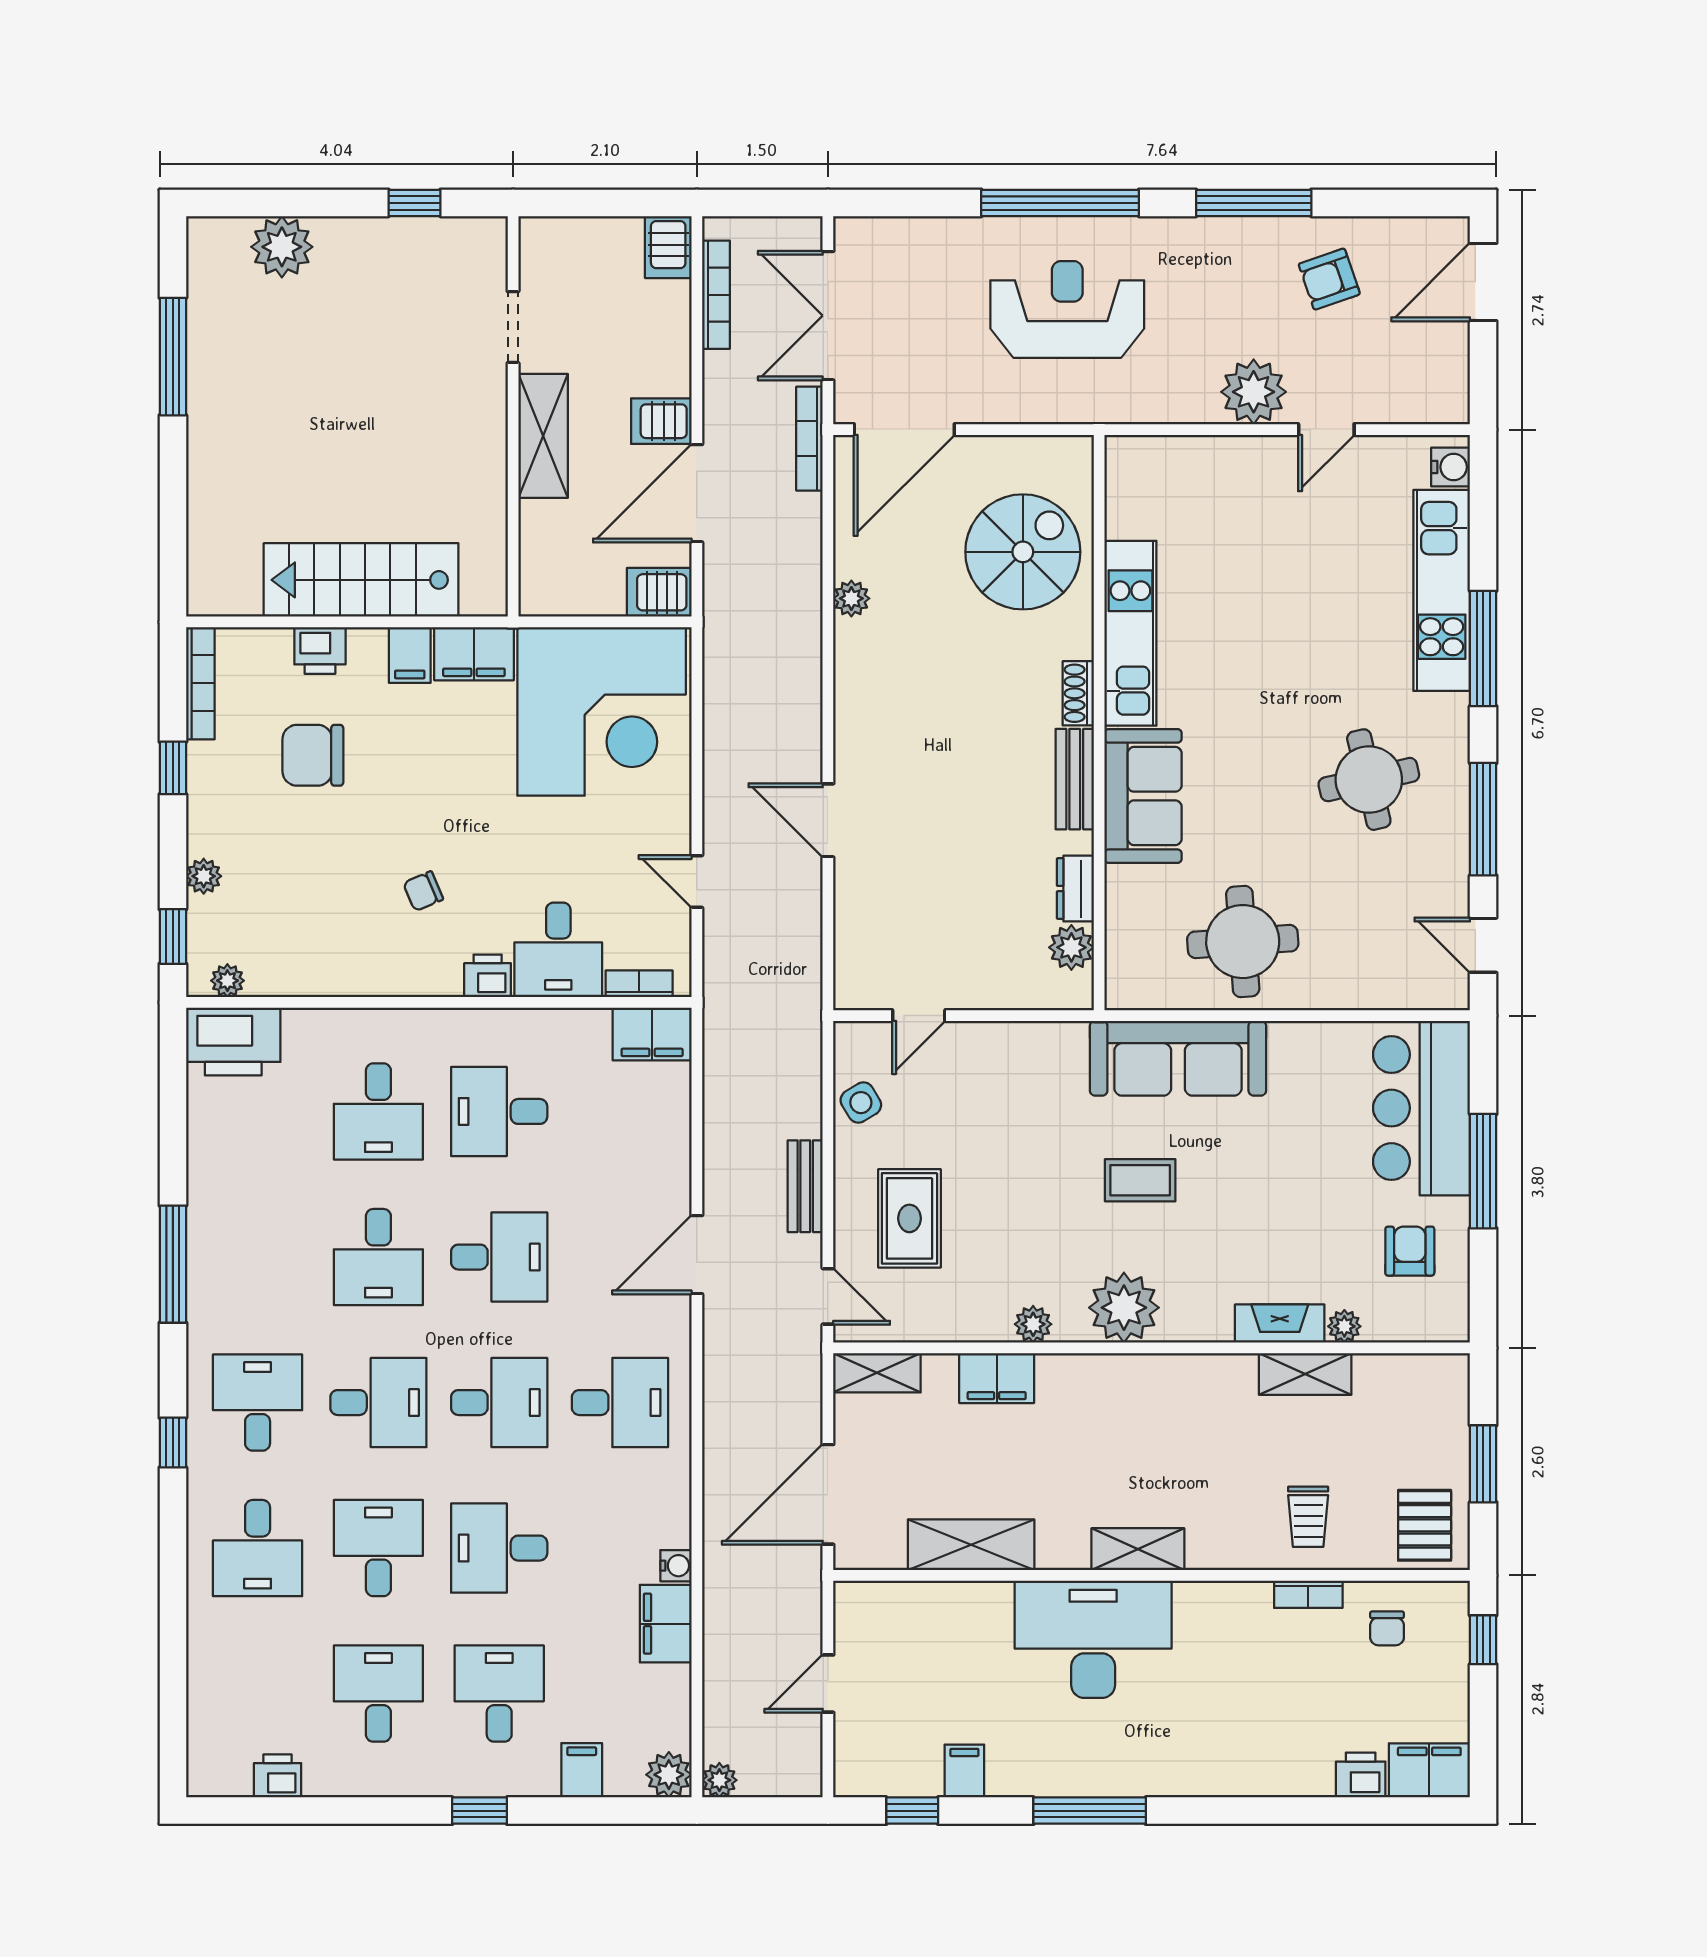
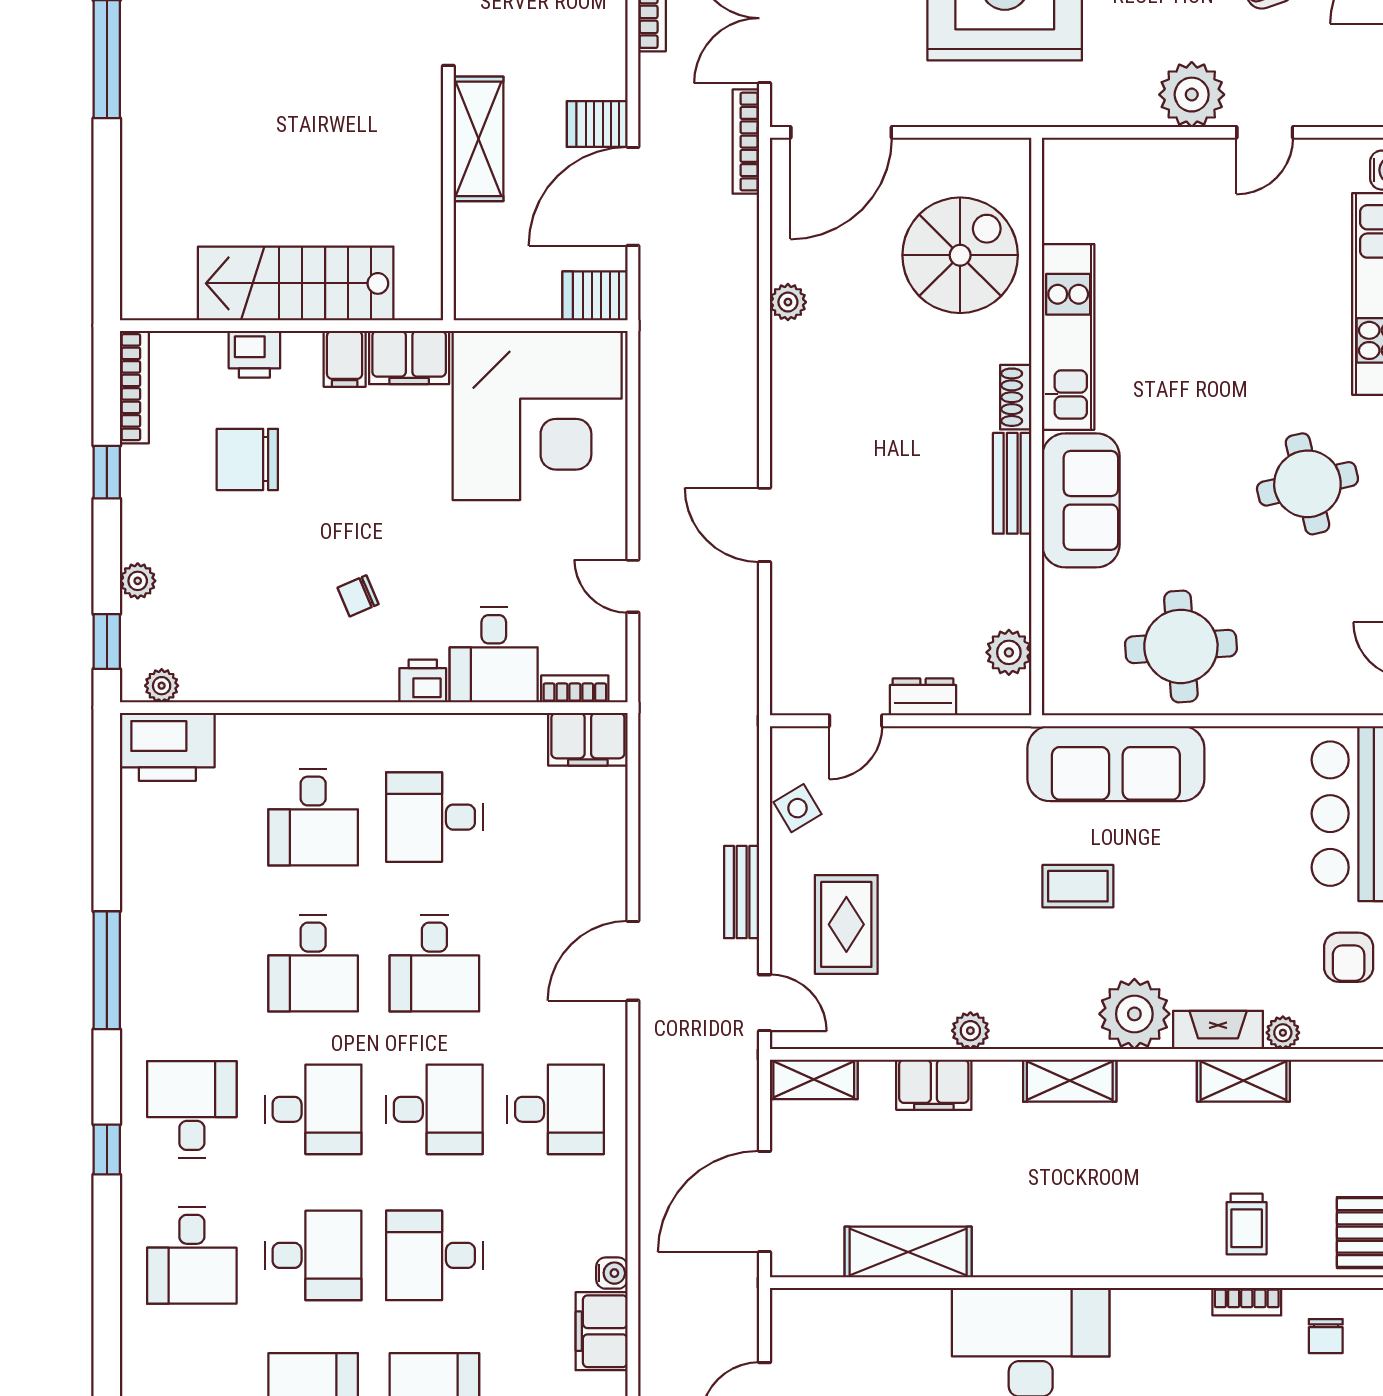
dresser: (1075, 889) -> (923, 697), moved, turned 90
armchair: (1410, 1251) -> (1349, 957), turned 180
desk: (499, 1257) -> (434, 963), turned 90
plant: (1124, 1308) -> (1134, 1014), moved
desk: (378, 1548) -> (313, 1255), turned 90
shelving: (1138, 1549) -> (1070, 1081), moved

